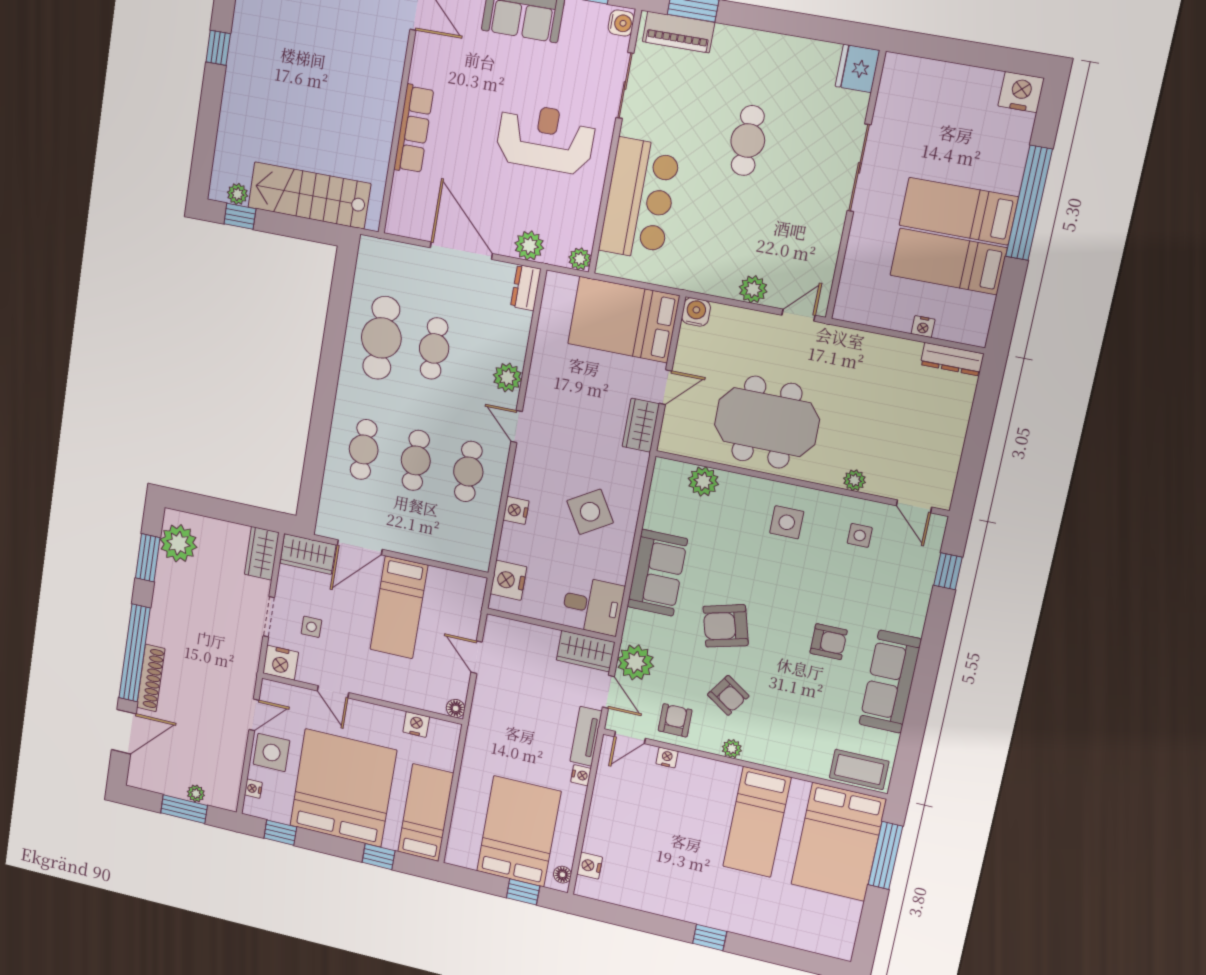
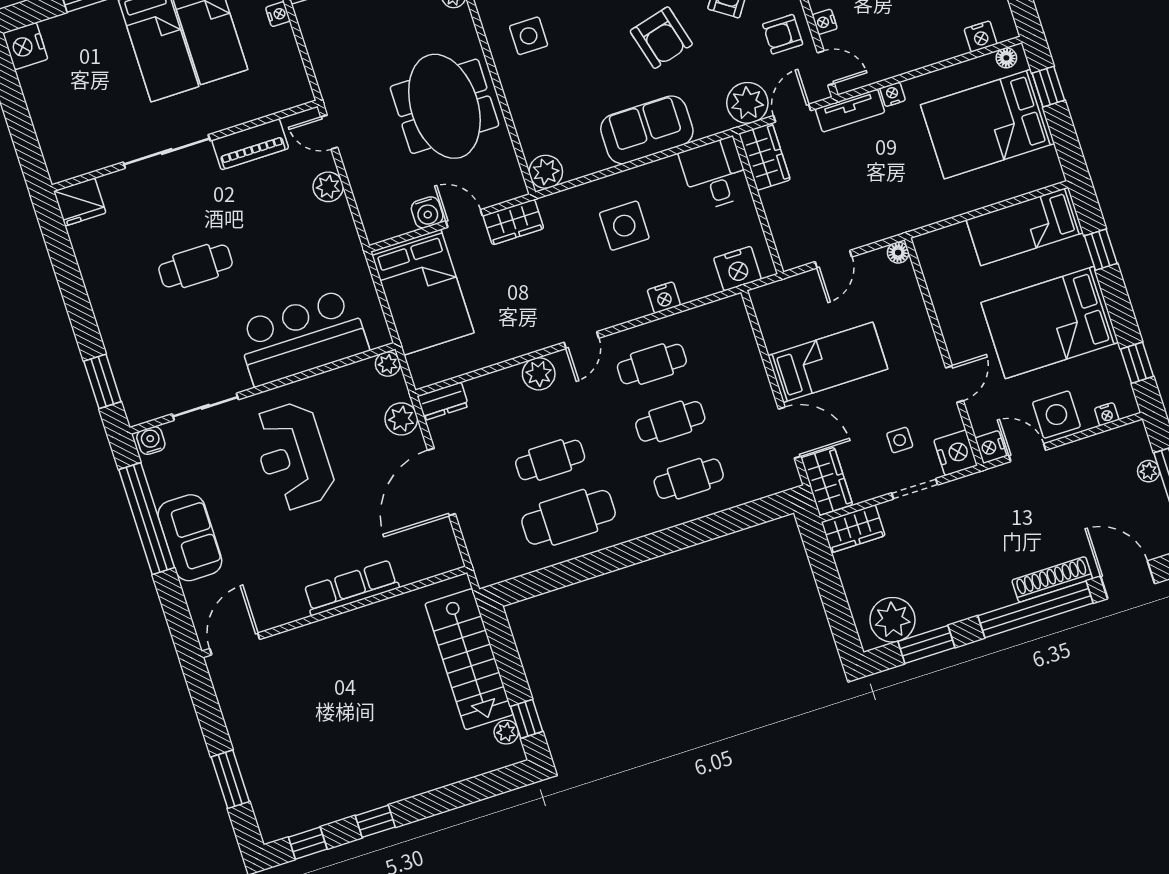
piano: (678, 32) -> (250, 144), moved, turned 90
water cooler: (696, 312) -> (427, 212), moved, turned -90
plant: (703, 481) -> (546, 172), moved
side table: (590, 512) -> (624, 226), turned 31
nightstand: (416, 724) -> (991, 447), moved
bed: (343, 788) -> (1050, 323), width x0.73

